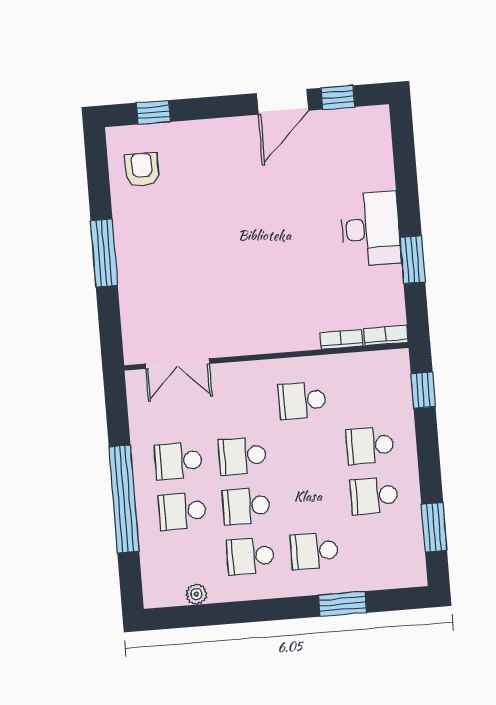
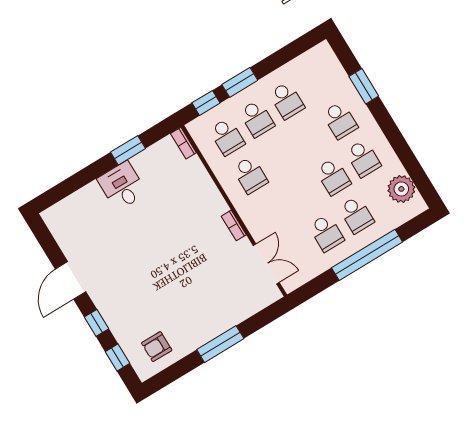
window: (338, 97) -> (96, 323), moved
door: (283, 102) -> (71, 280), swing flipped
desk: (371, 229) -> (122, 186), width x0.73
bookcase: (341, 339) -> (234, 225), moved
school desk: (242, 456) -> (227, 137), moved
window: (434, 527) -> (240, 82), moved
plant: (196, 594) -> (401, 189), width x1.88, depth x1.88

